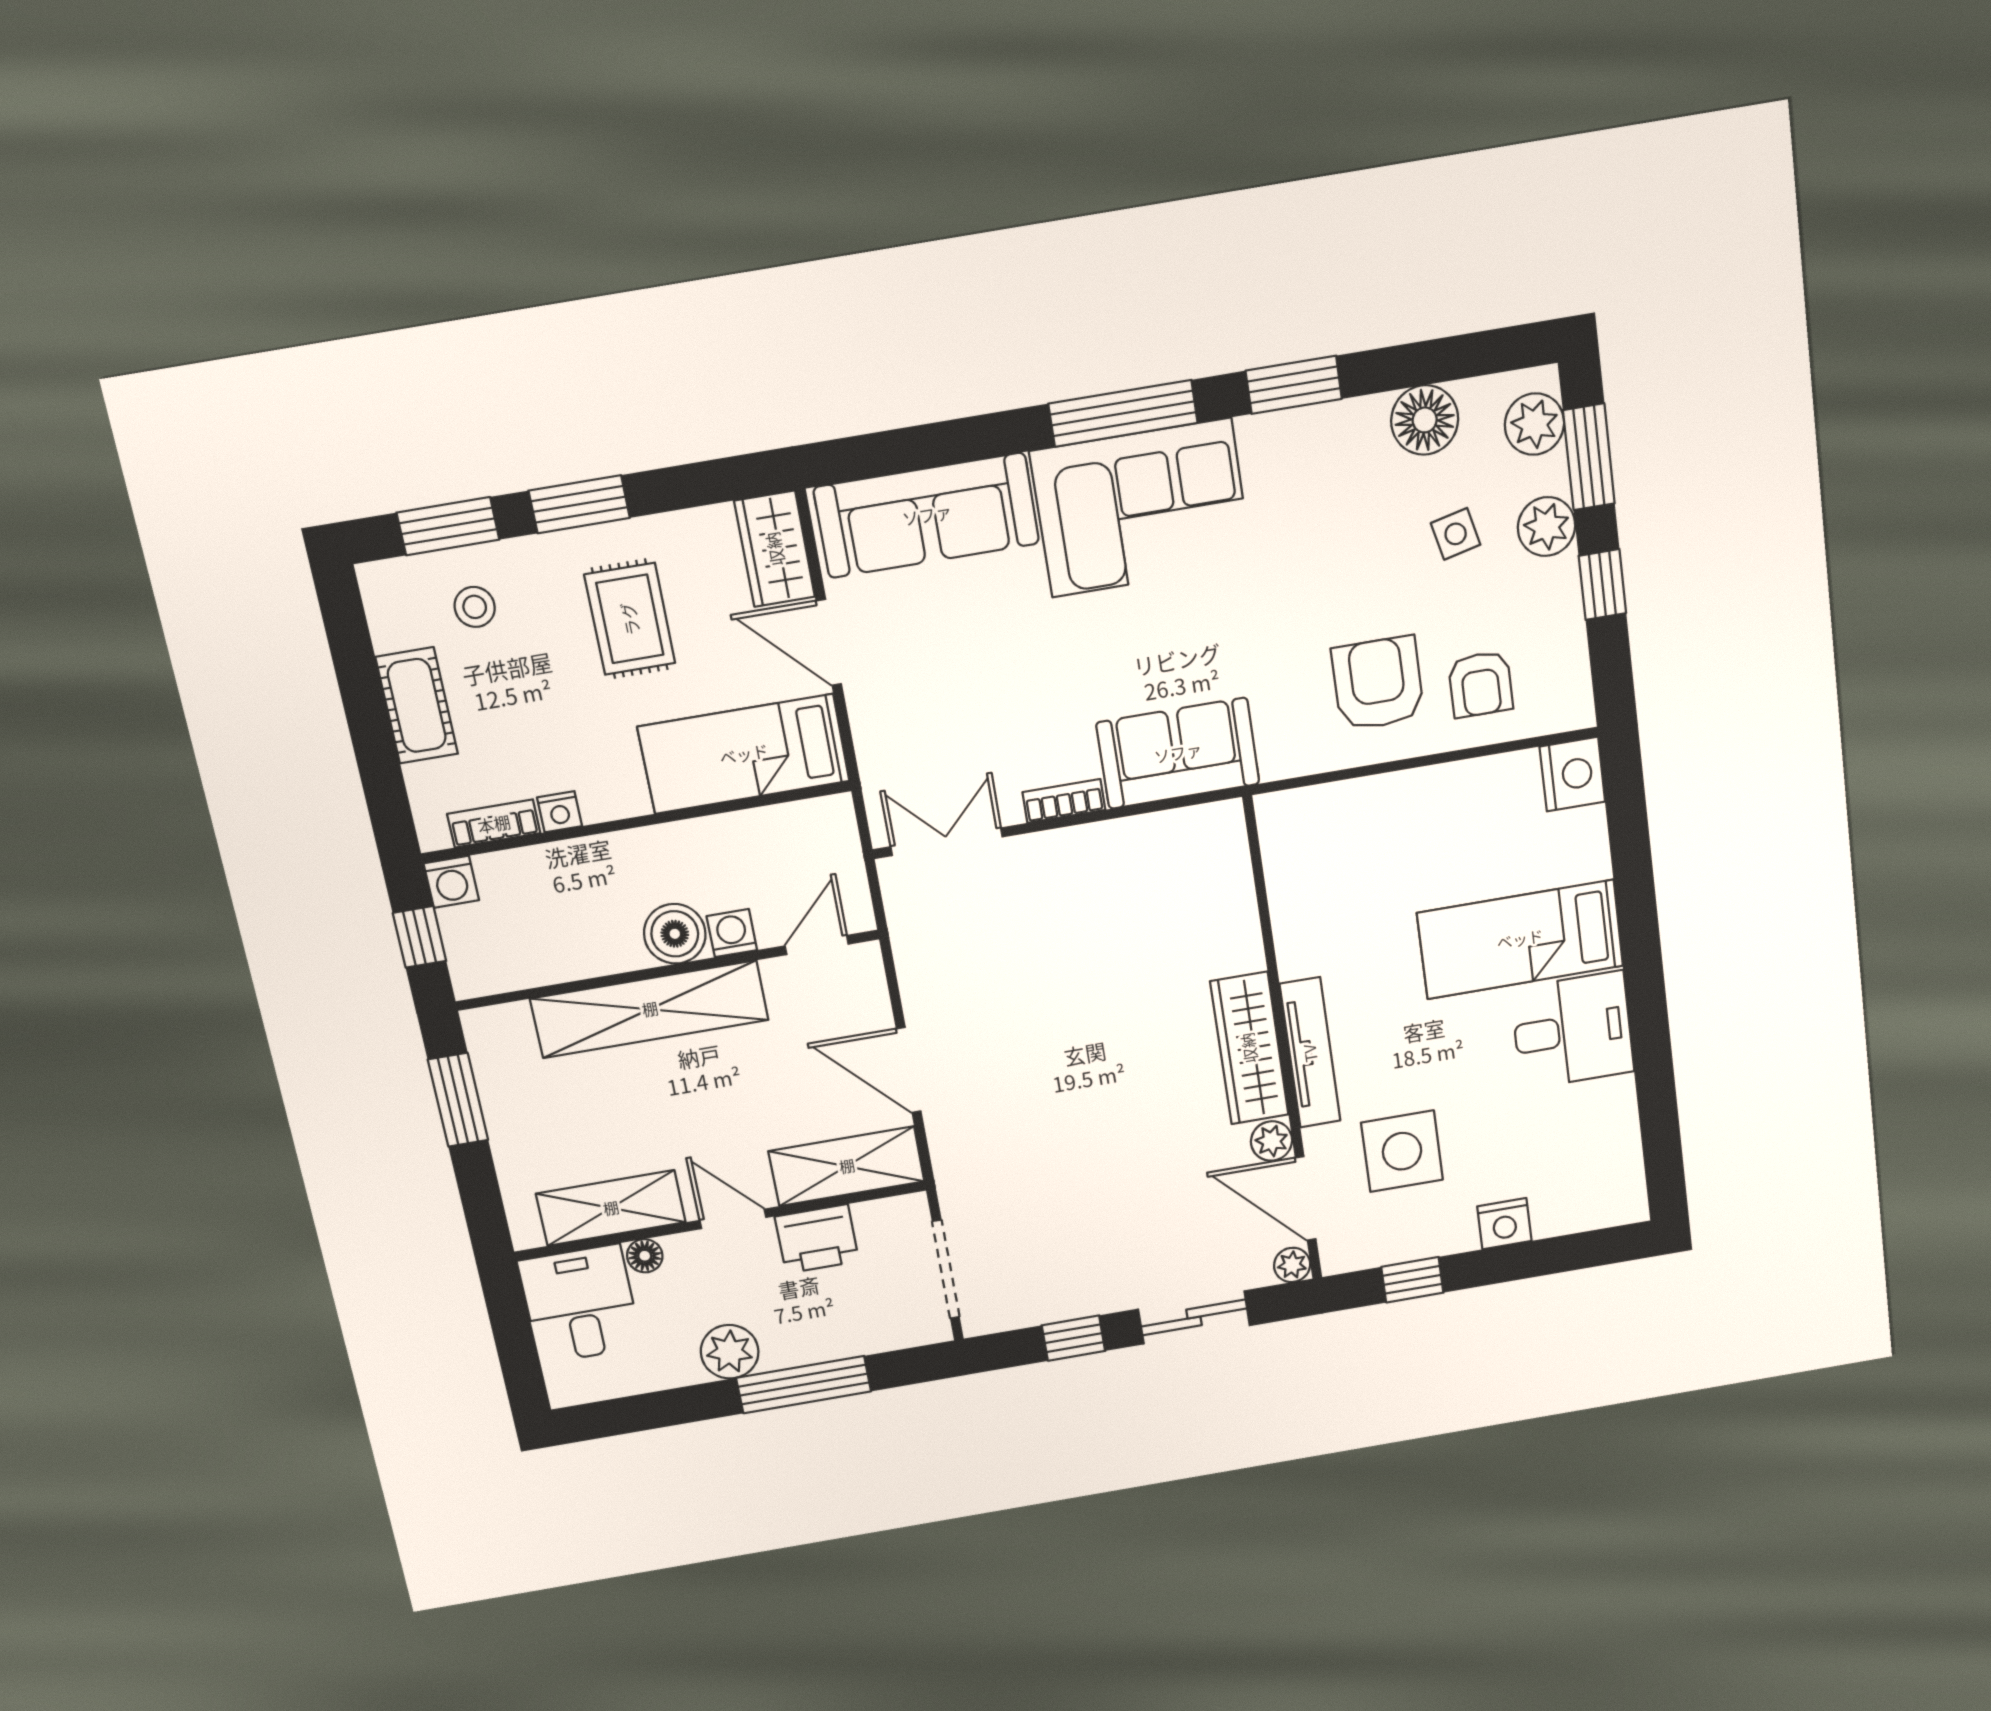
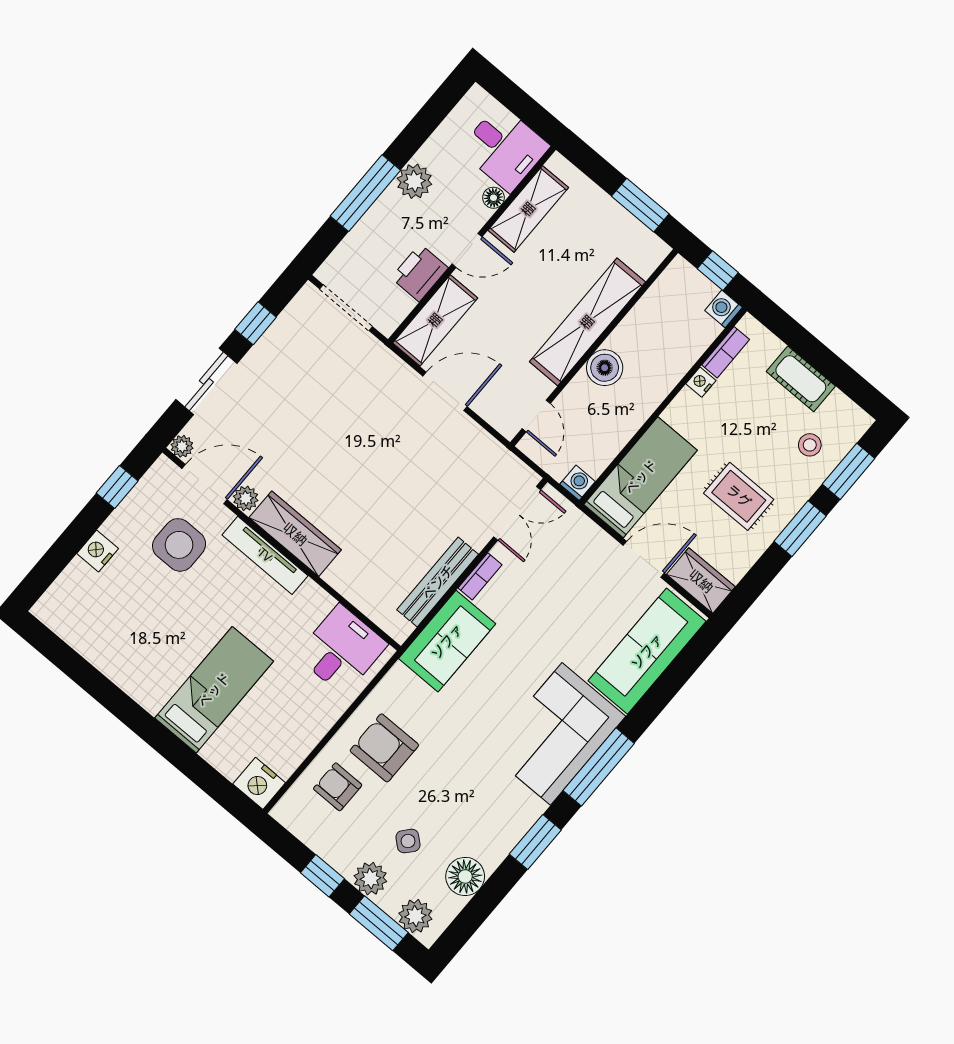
side table: (1456, 534) -> (408, 841), turned -36
armchair: (1378, 683) -> (384, 748), turned 180
bench: (1124, 839) -> (438, 582), added
washing machine: (732, 933) -> (578, 483), moved, turned -90
desk: (1572, 1030) -> (342, 650), moved, turned 180

